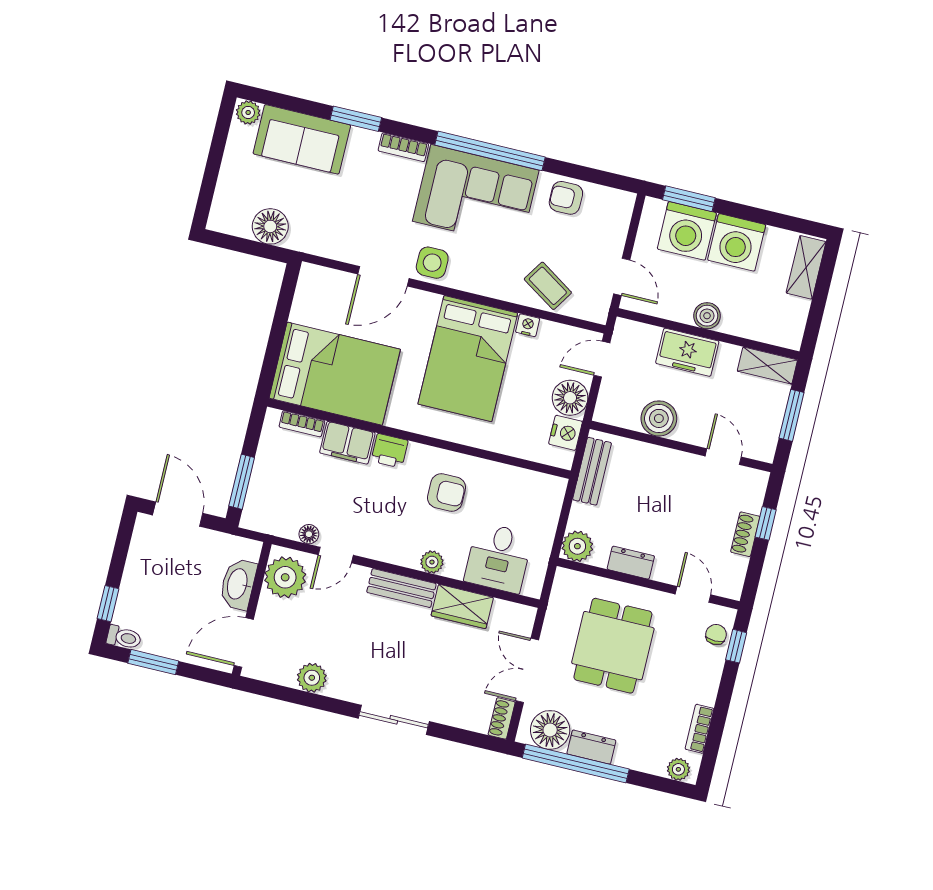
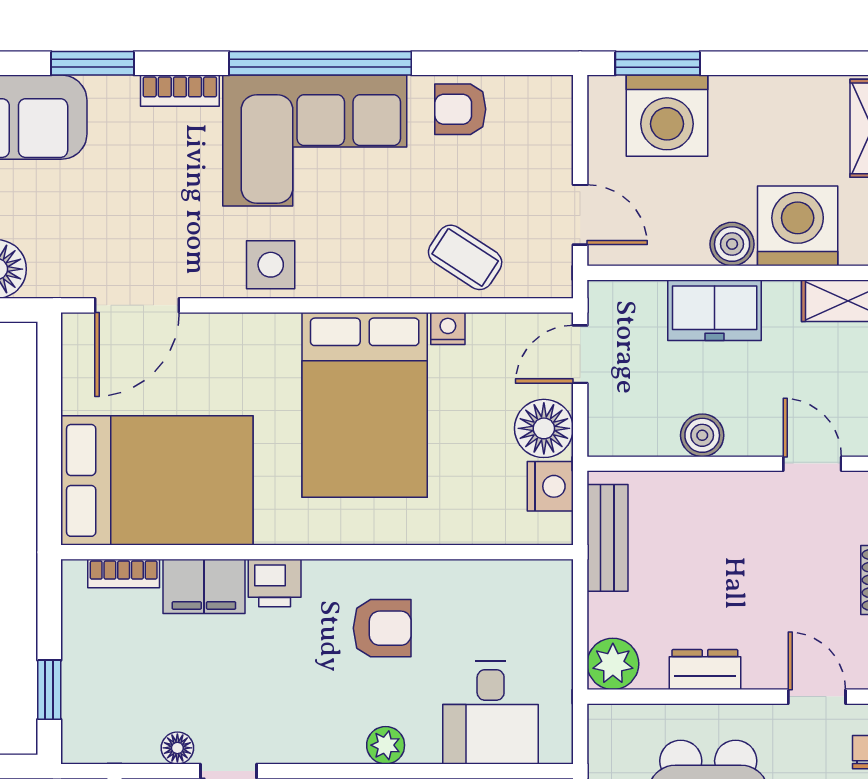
washing machine: (737, 242) -> (798, 226), moved, turned 180
door: (383, 276) -> (137, 305), moved
boiler: (659, 418) -> (702, 435), width x0.73, depth x0.73
window: (242, 482) -> (49, 690), width x0.67

